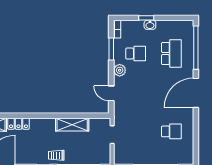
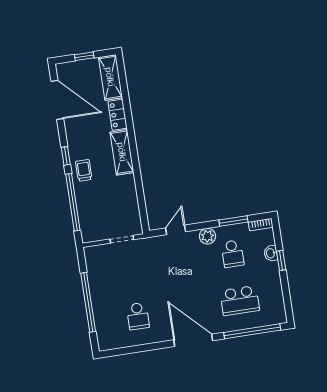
washbasin: (150, 25) -> (271, 253), moved
shelving: (72, 125) -> (122, 152), moved

